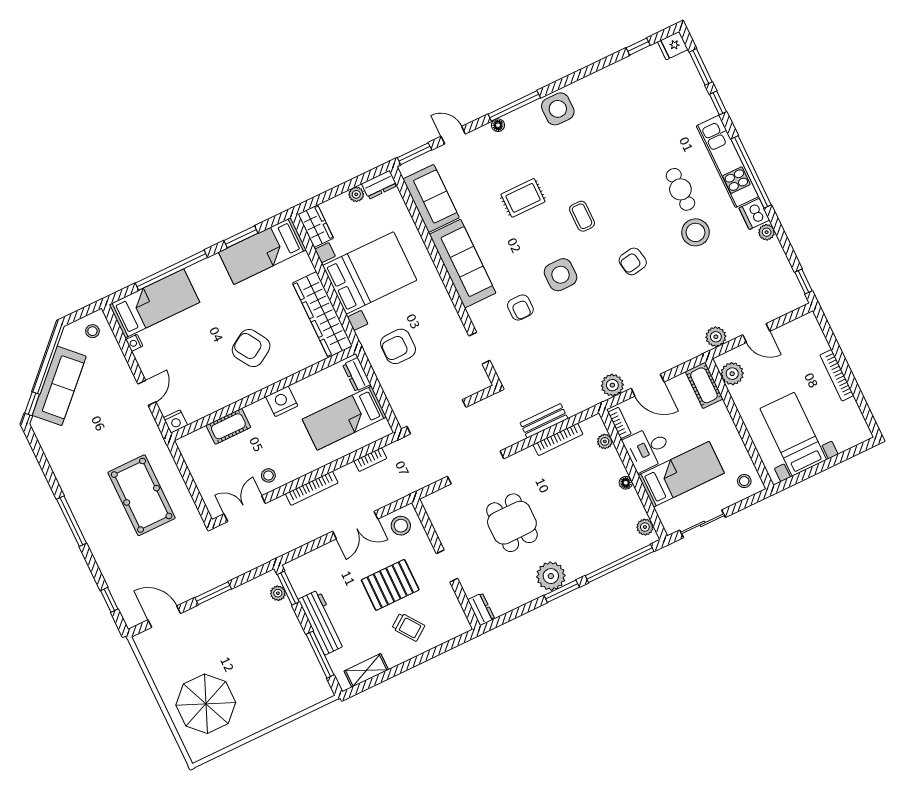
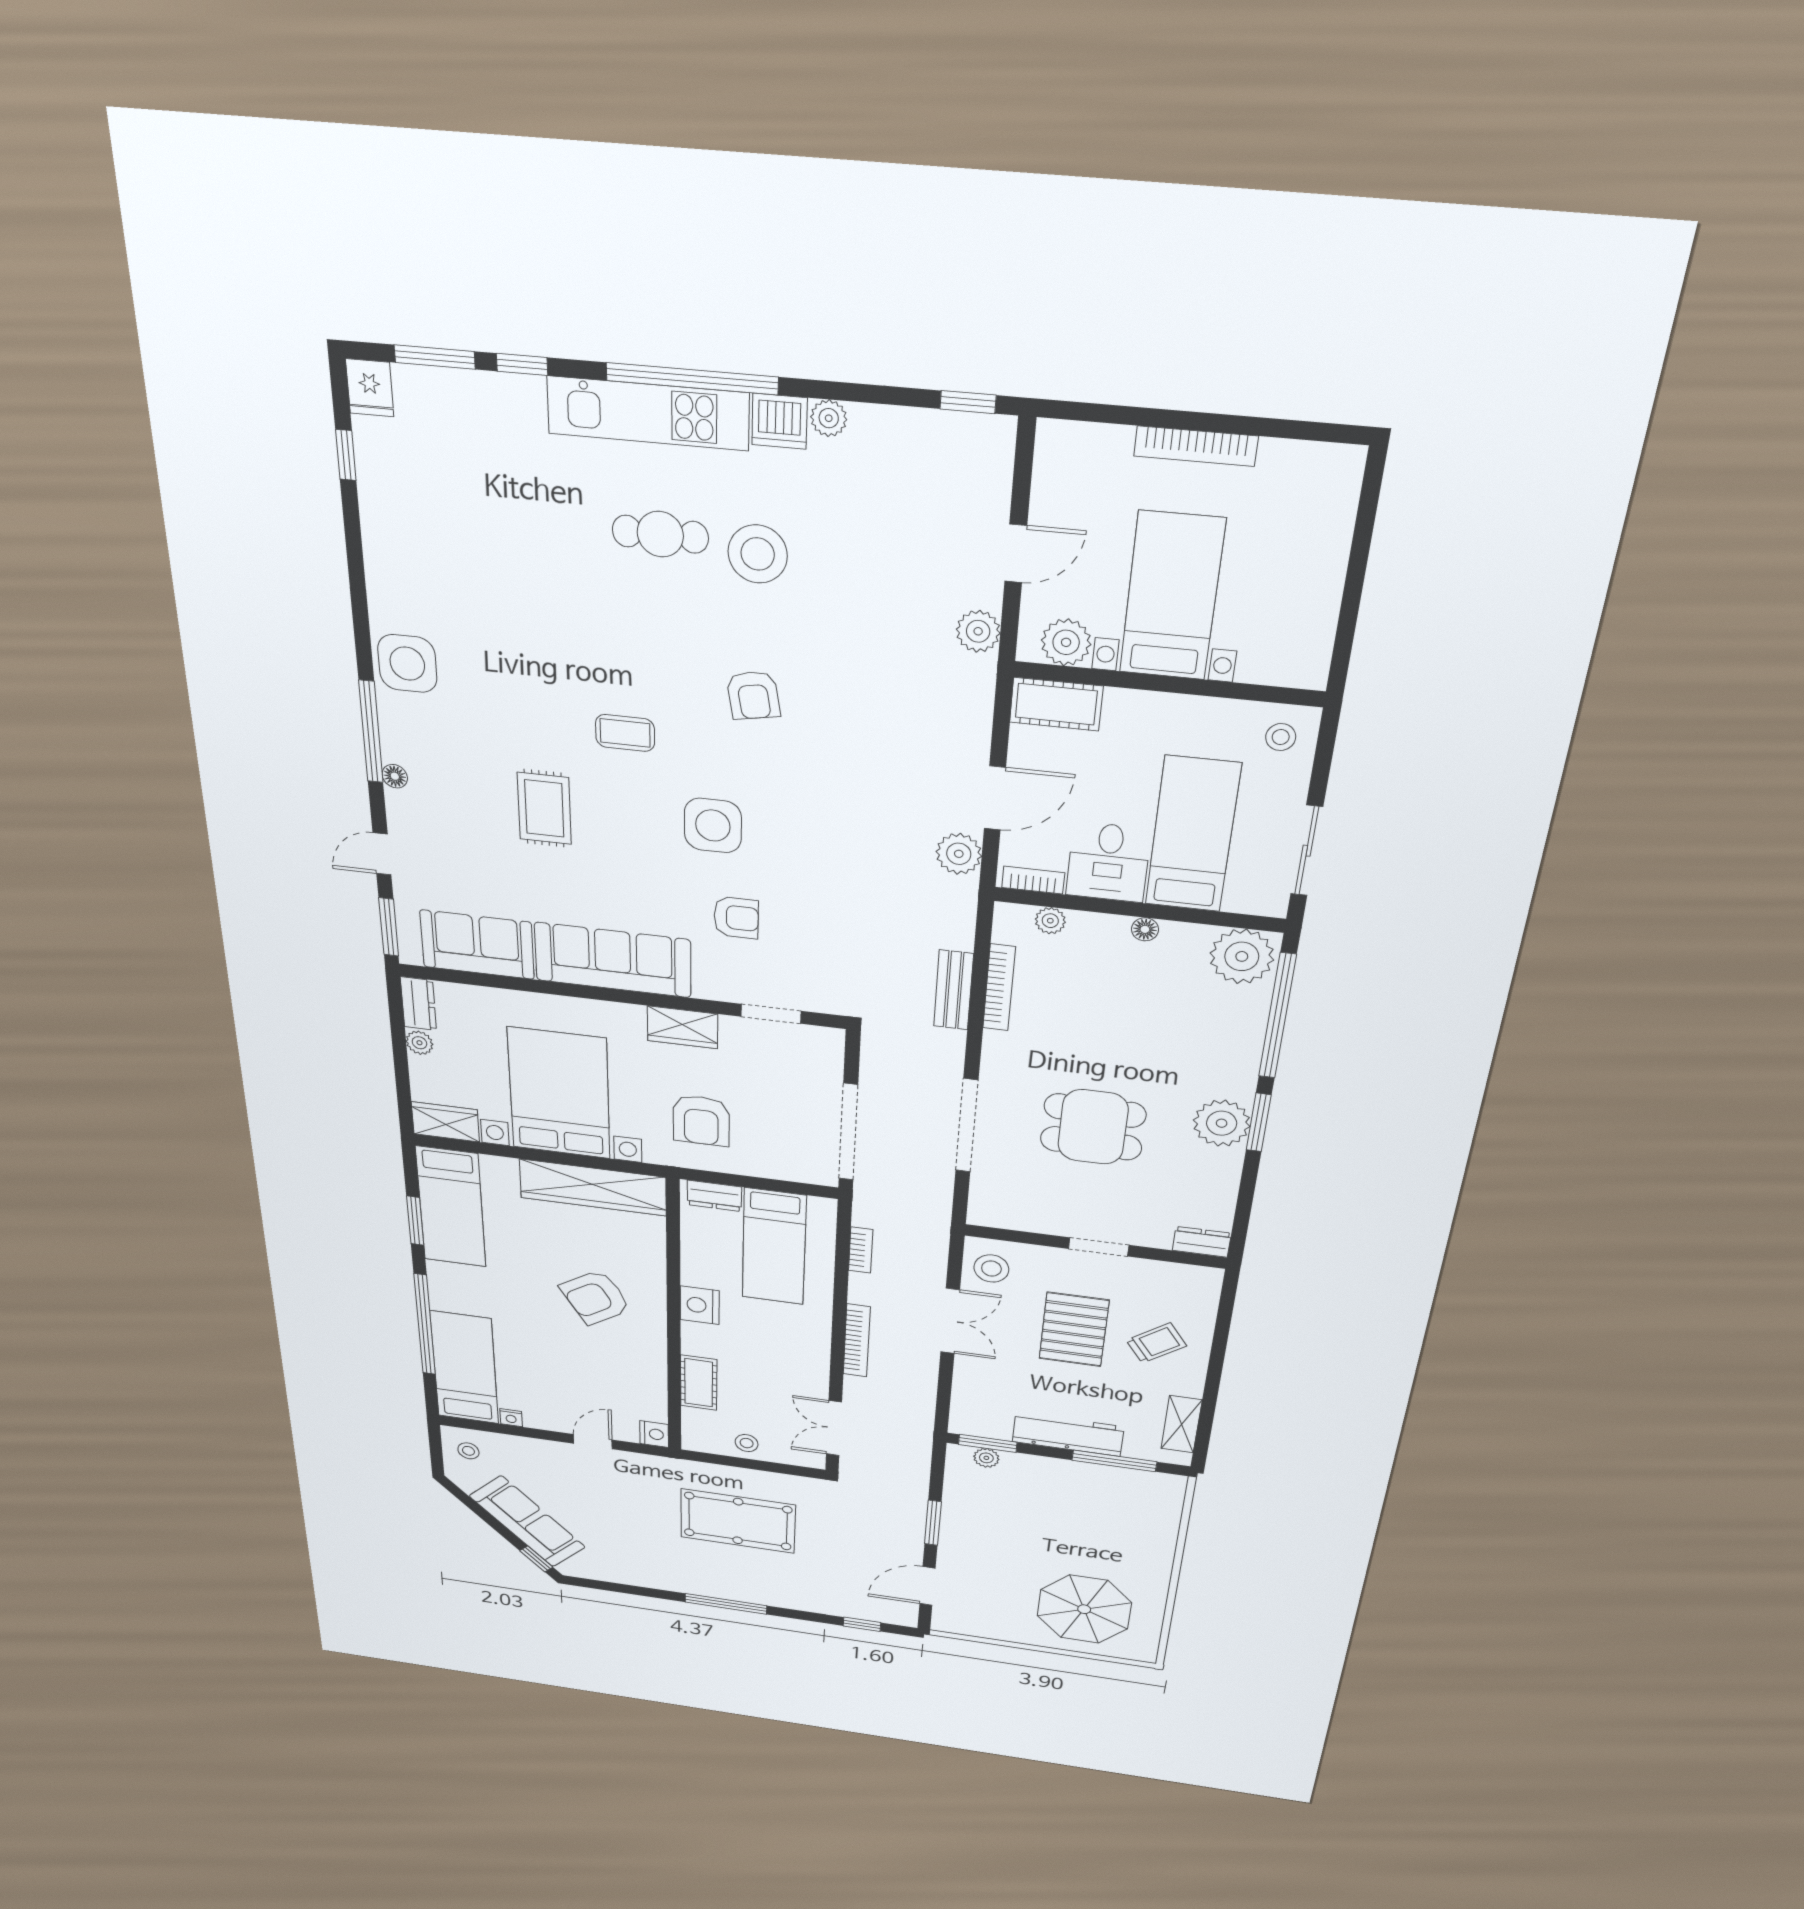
wardrobe: (446, 312) -> (682, 1027), added
door: (147, 393) -> (593, 1442), hinge flipped
bed with nightstands: (793, 434) -> (1172, 596), moved, turned 90
stool: (268, 475) -> (747, 1443), moved
plant: (645, 527) -> (1242, 956), width x1.87, depth x1.87

